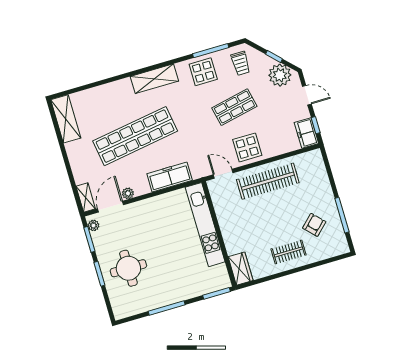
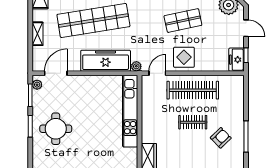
door: (223, 174) -> (157, 73), hinge flipped
freezer: (170, 177) -> (106, 61), width x1.36, depth x1.26
plant: (128, 193) -> (136, 66), moved
shelving: (86, 197) -> (37, 34), moved
clothes rail: (289, 252) -> (193, 122), moved

